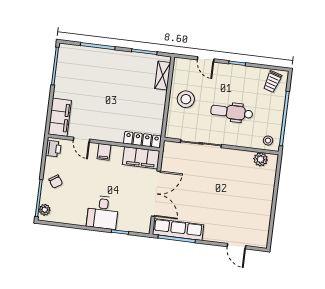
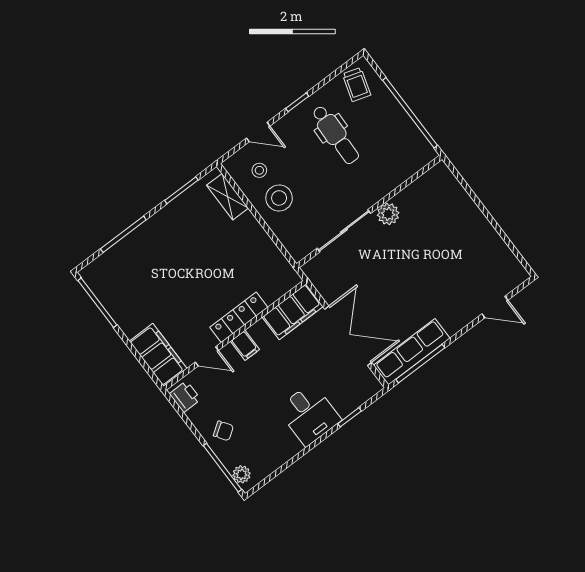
dental chair: (232, 112) -> (335, 135), moved, turned -88
locker: (142, 140) -> (239, 317), moved
stool: (268, 141) -> (259, 170), moved
plant: (261, 159) -> (388, 214), moved

